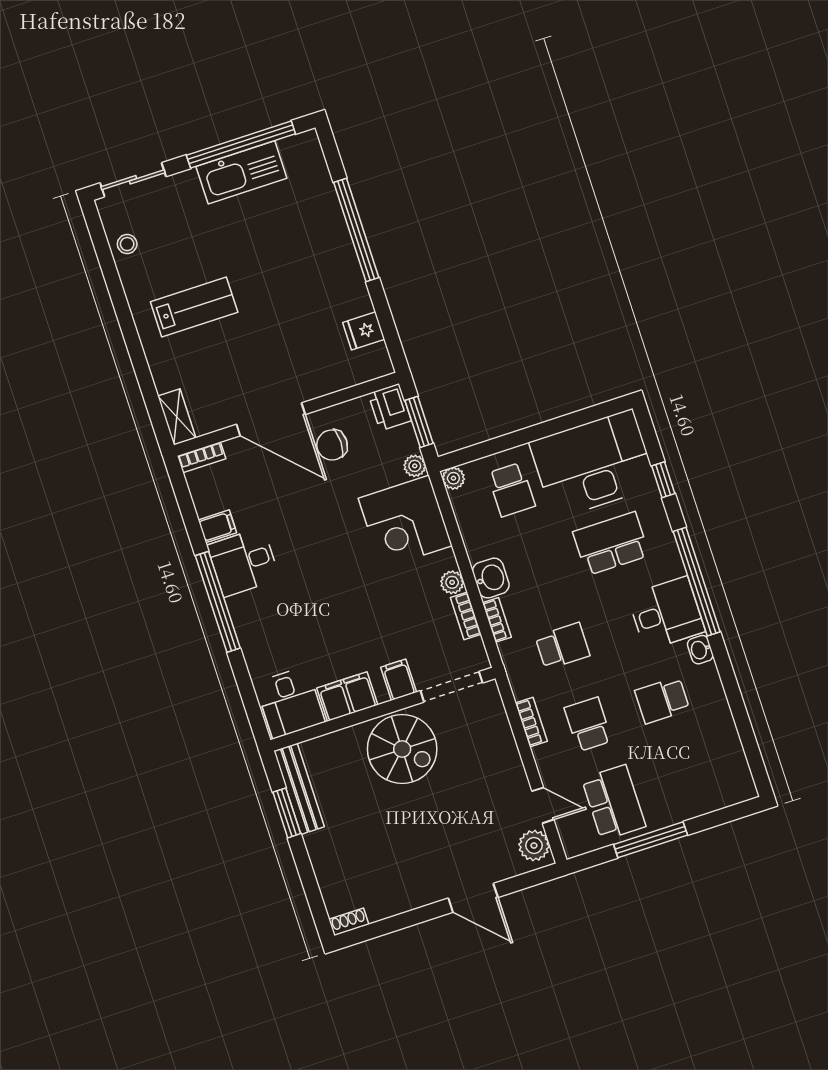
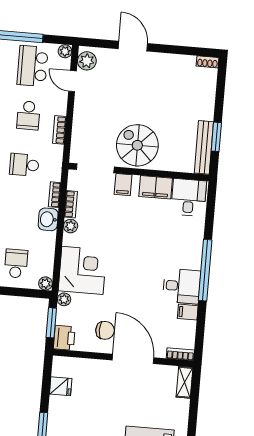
plant: (574, 846) -> (65, 51), added

